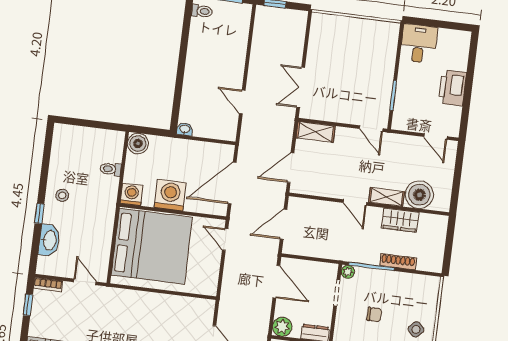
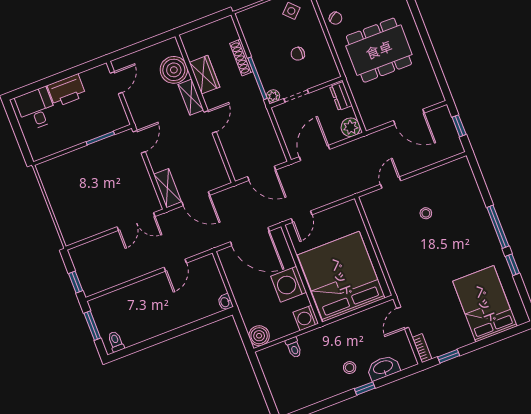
desk: (419, 44) -> (36, 109), moved, turned 90
door: (291, 168) -> (196, 199), moved
stool: (62, 195) -> (350, 368), moved
chair: (374, 315) -> (298, 54), turned -90

